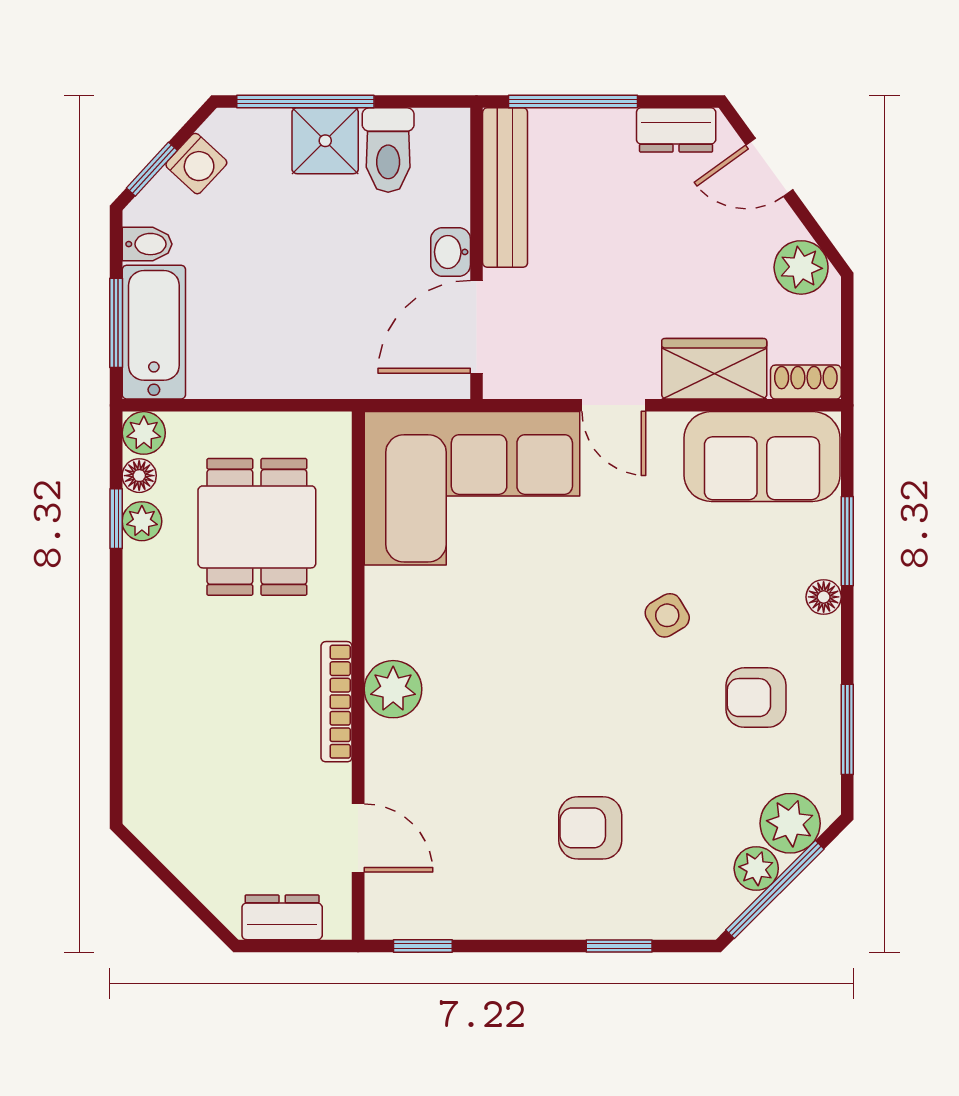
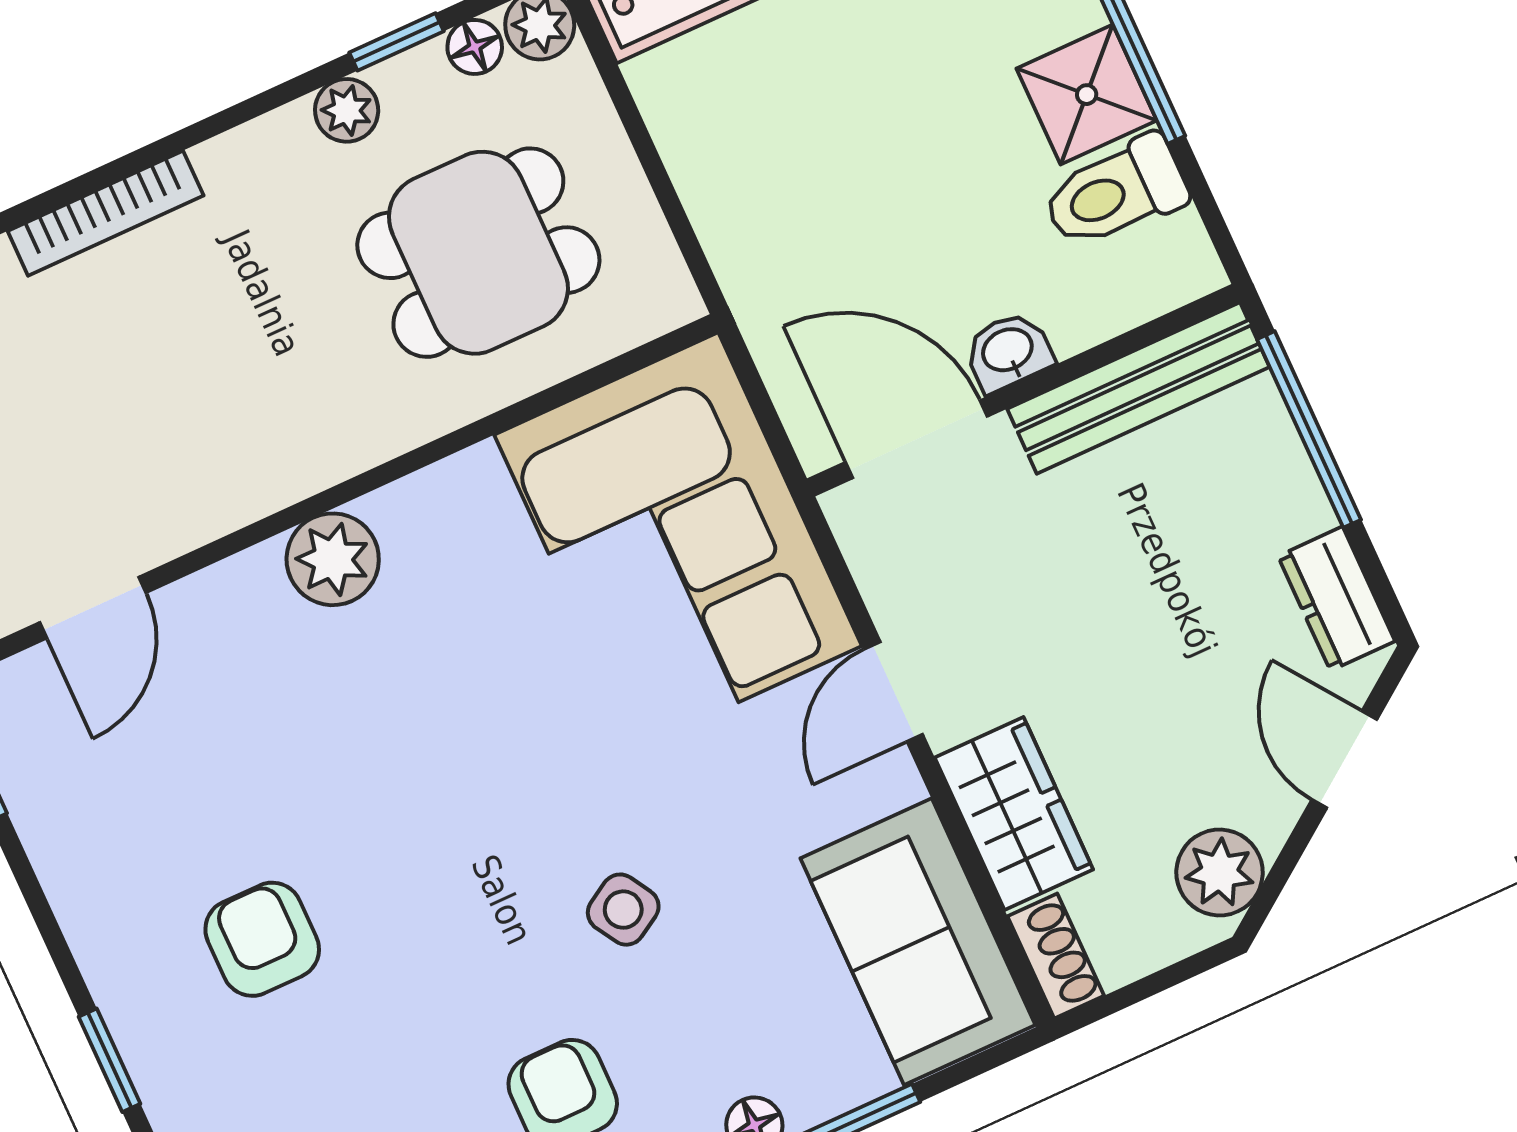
plant: (142, 521) -> (347, 110), moved
bookcase: (337, 702) -> (106, 213), moved, turned 180

